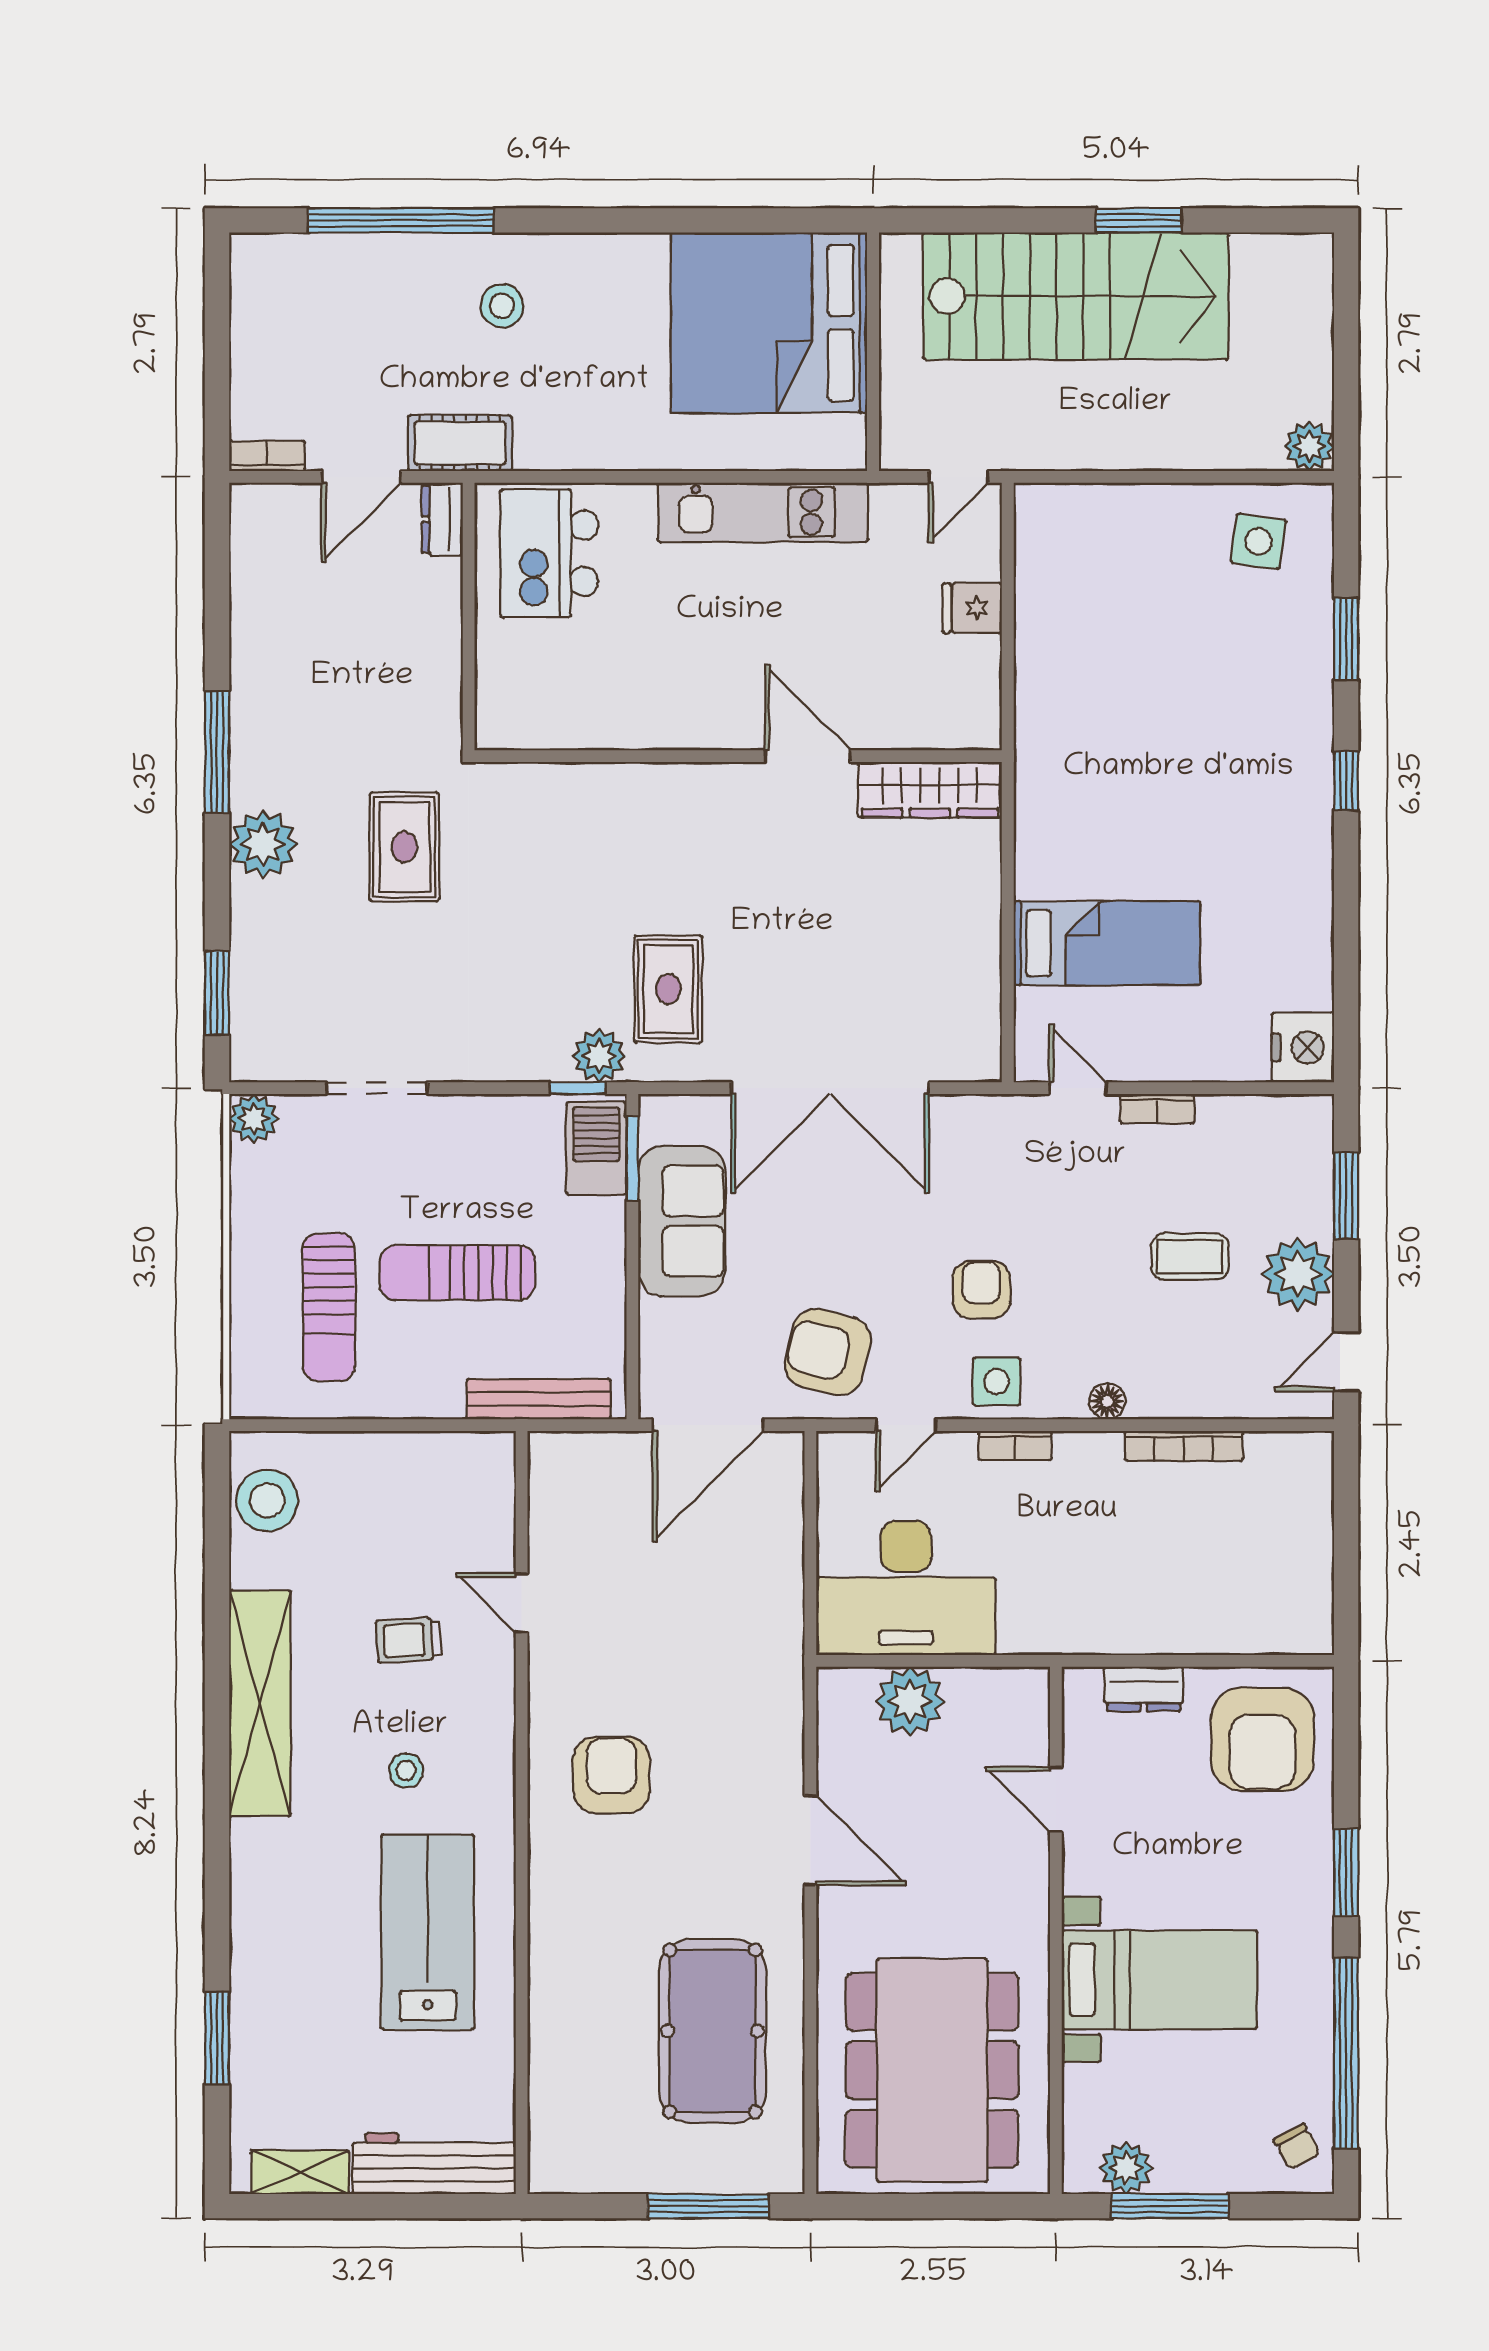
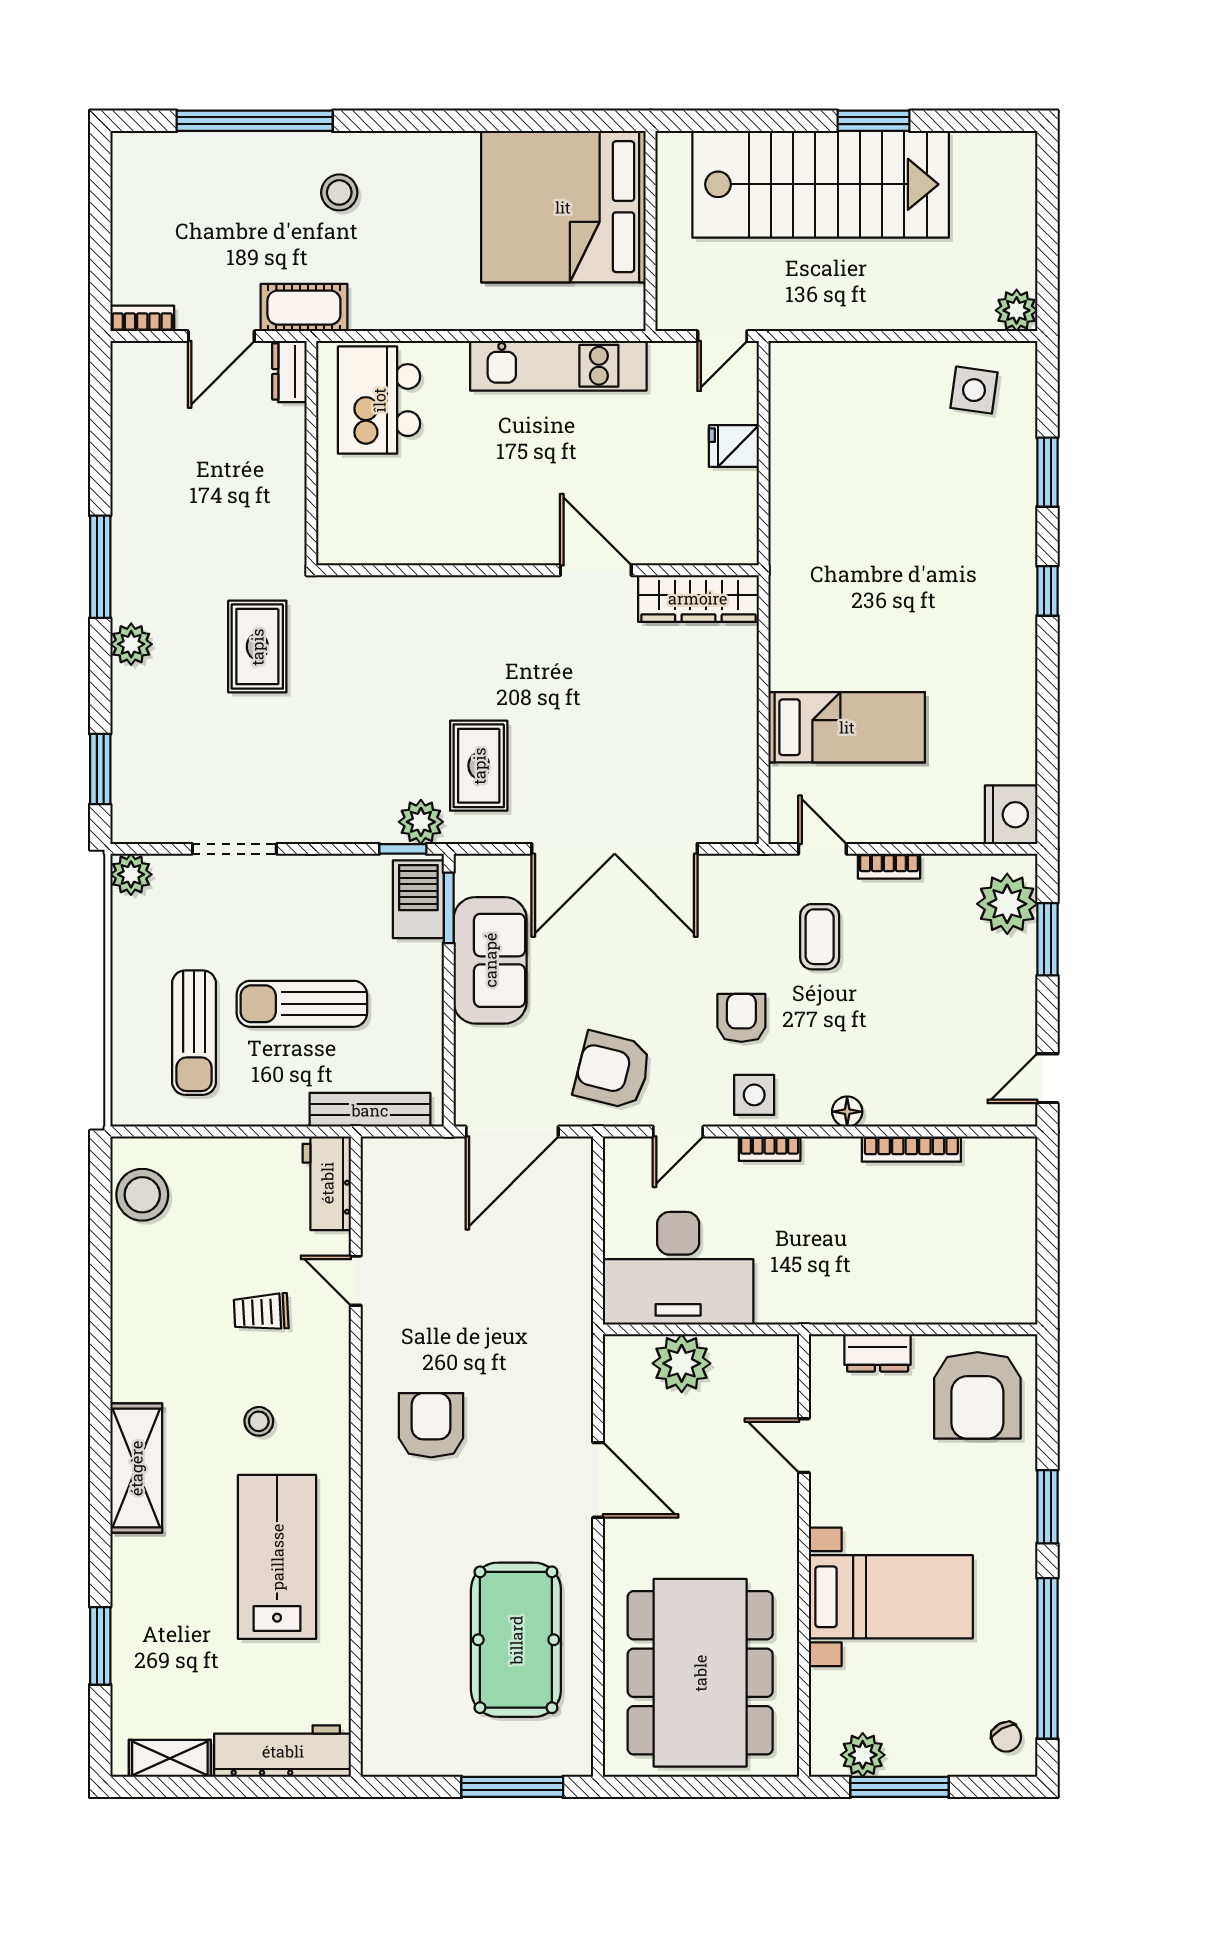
plant: (263, 844) -> (131, 644), width x0.73, depth x0.73
coffee table: (1190, 1257) -> (820, 937), moved, turned 90
plant: (1298, 1274) -> (1007, 904), moved
workbench: (487, 1487) -> (327, 1183), added
shelving: (260, 1703) -> (136, 1468), moved, width x0.68

